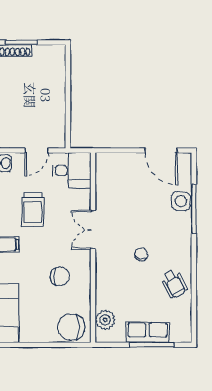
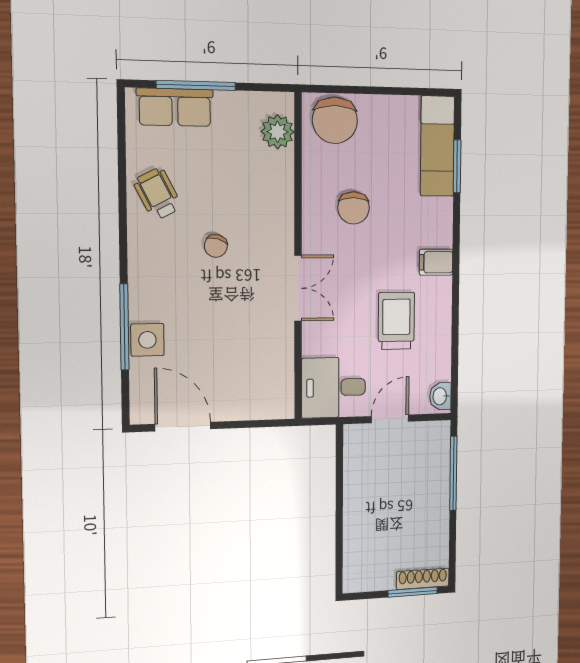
chair: (60, 277) -> (353, 208), turned -90
chair: (71, 327) -> (335, 120), turned 90
row of seats: (148, 332) -> (175, 107), moved

